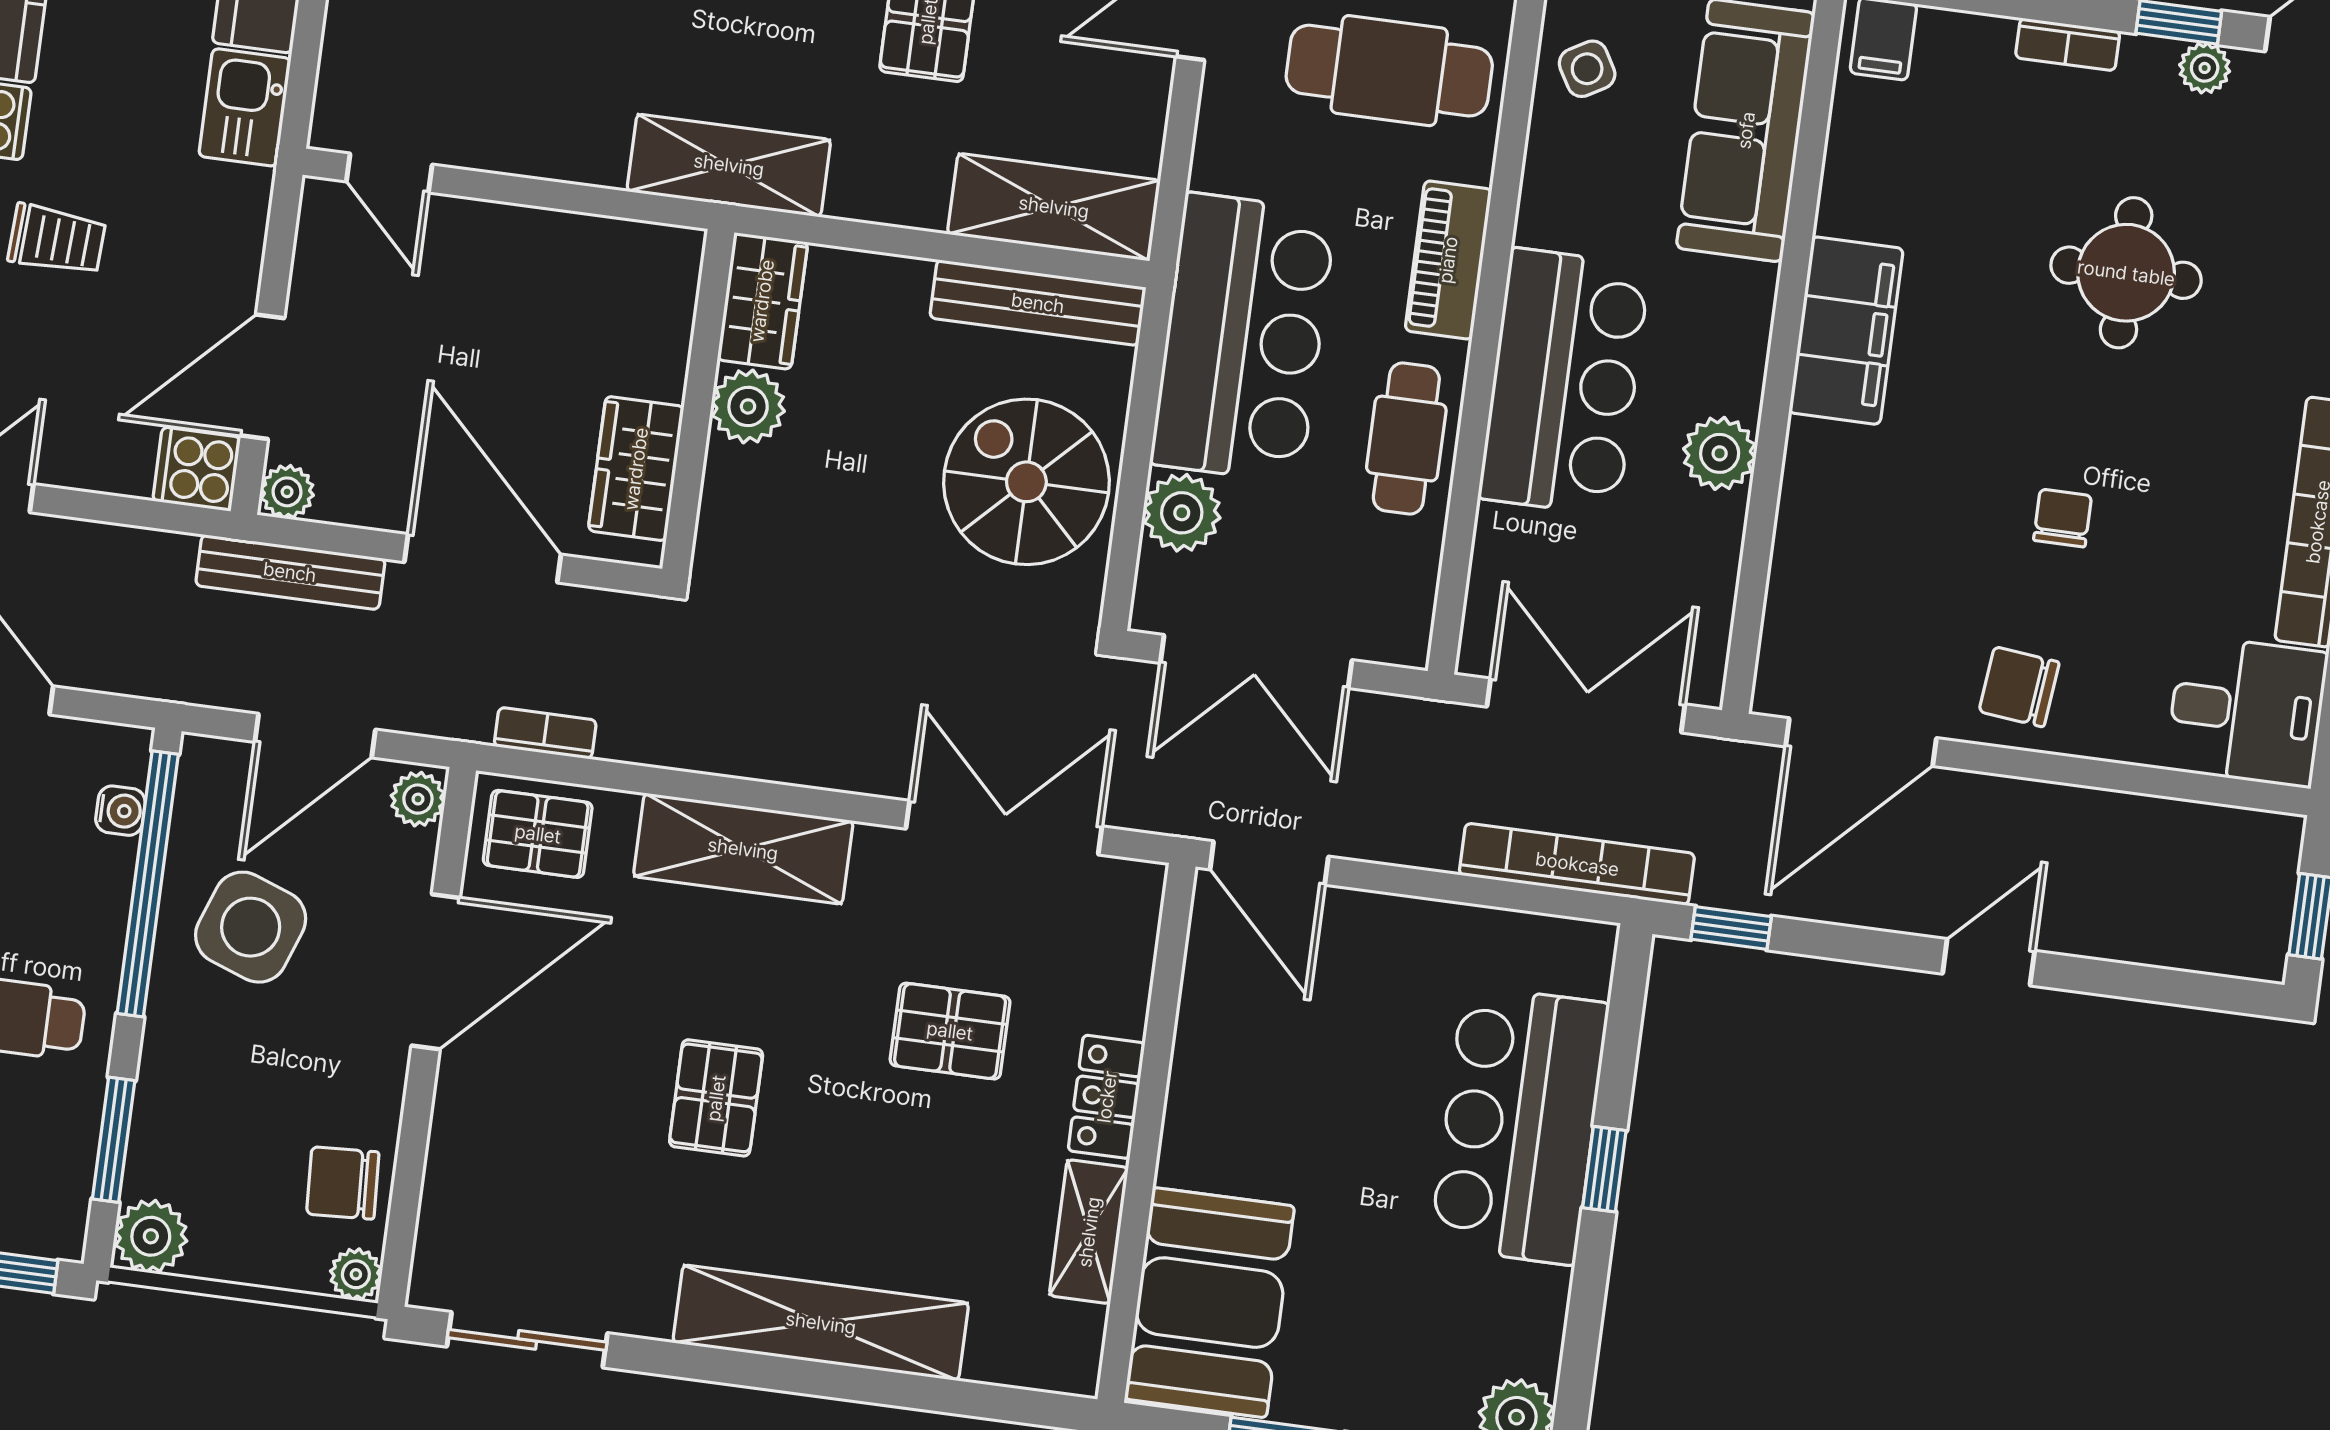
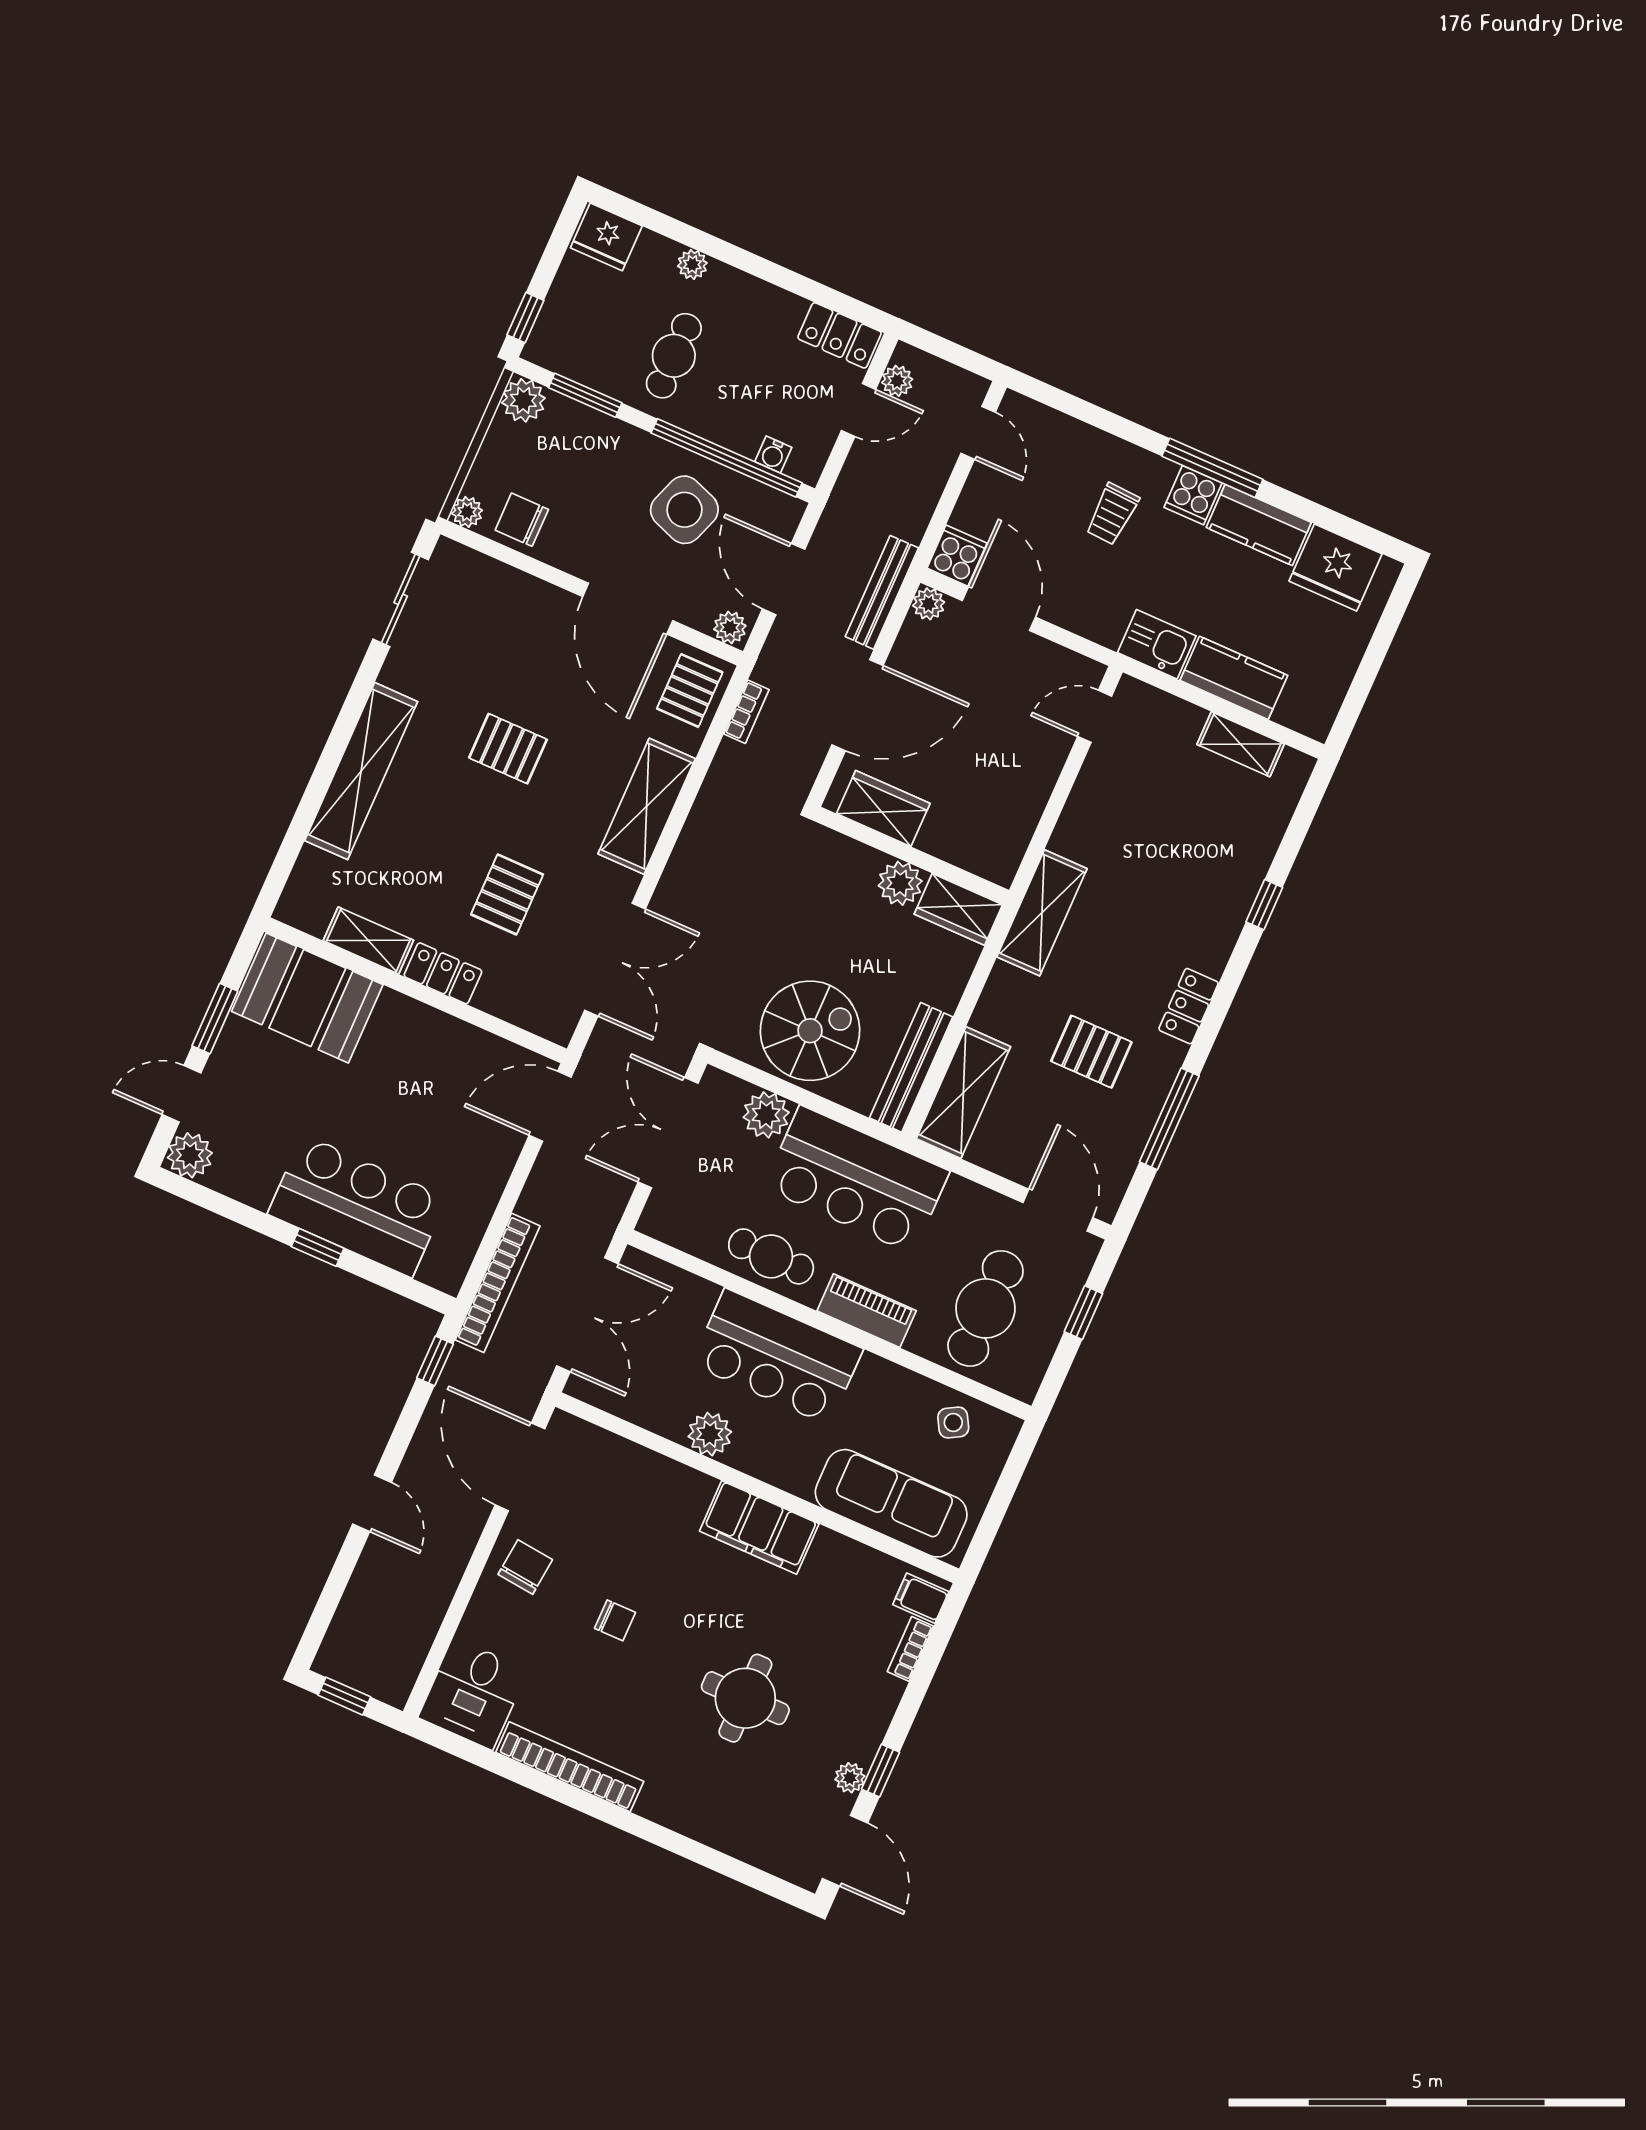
bookcase: (2068, 44) -> (910, 1649), moved
chair: (343, 1183) -> (522, 520), turned -87

